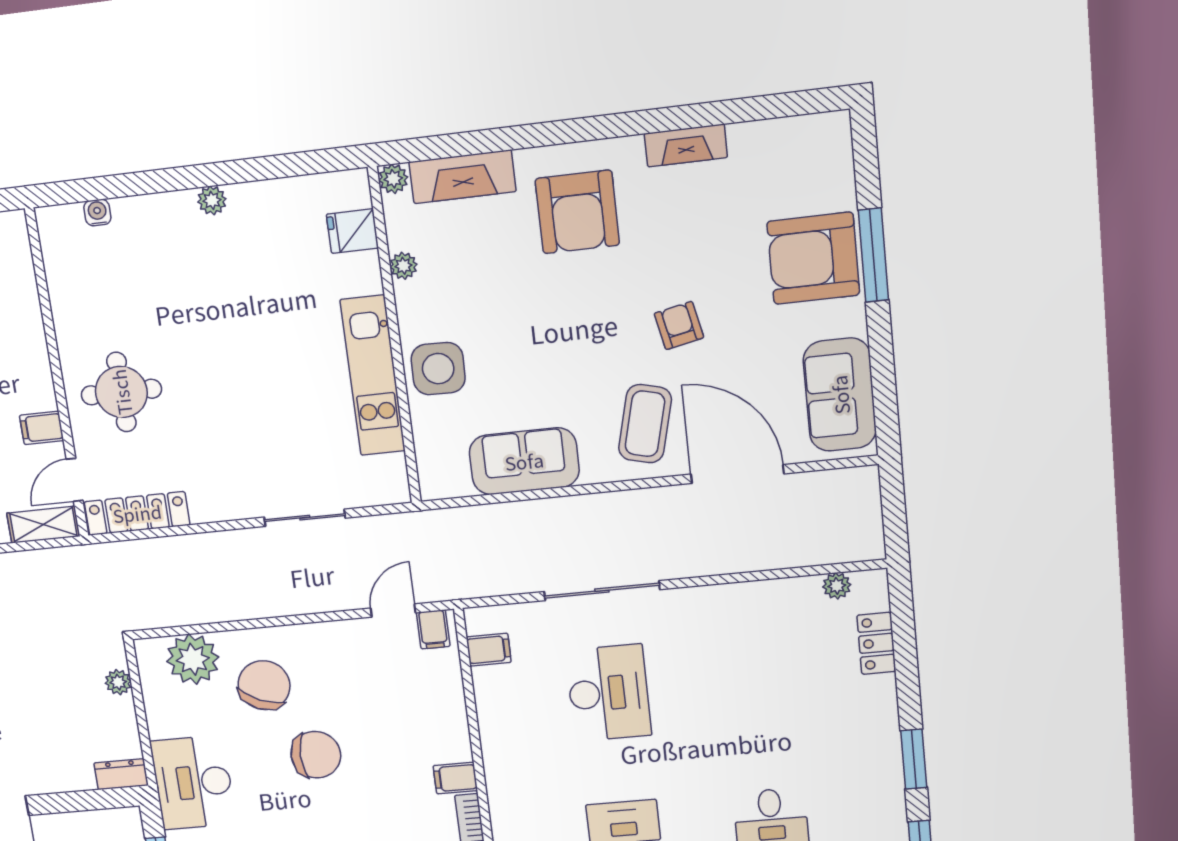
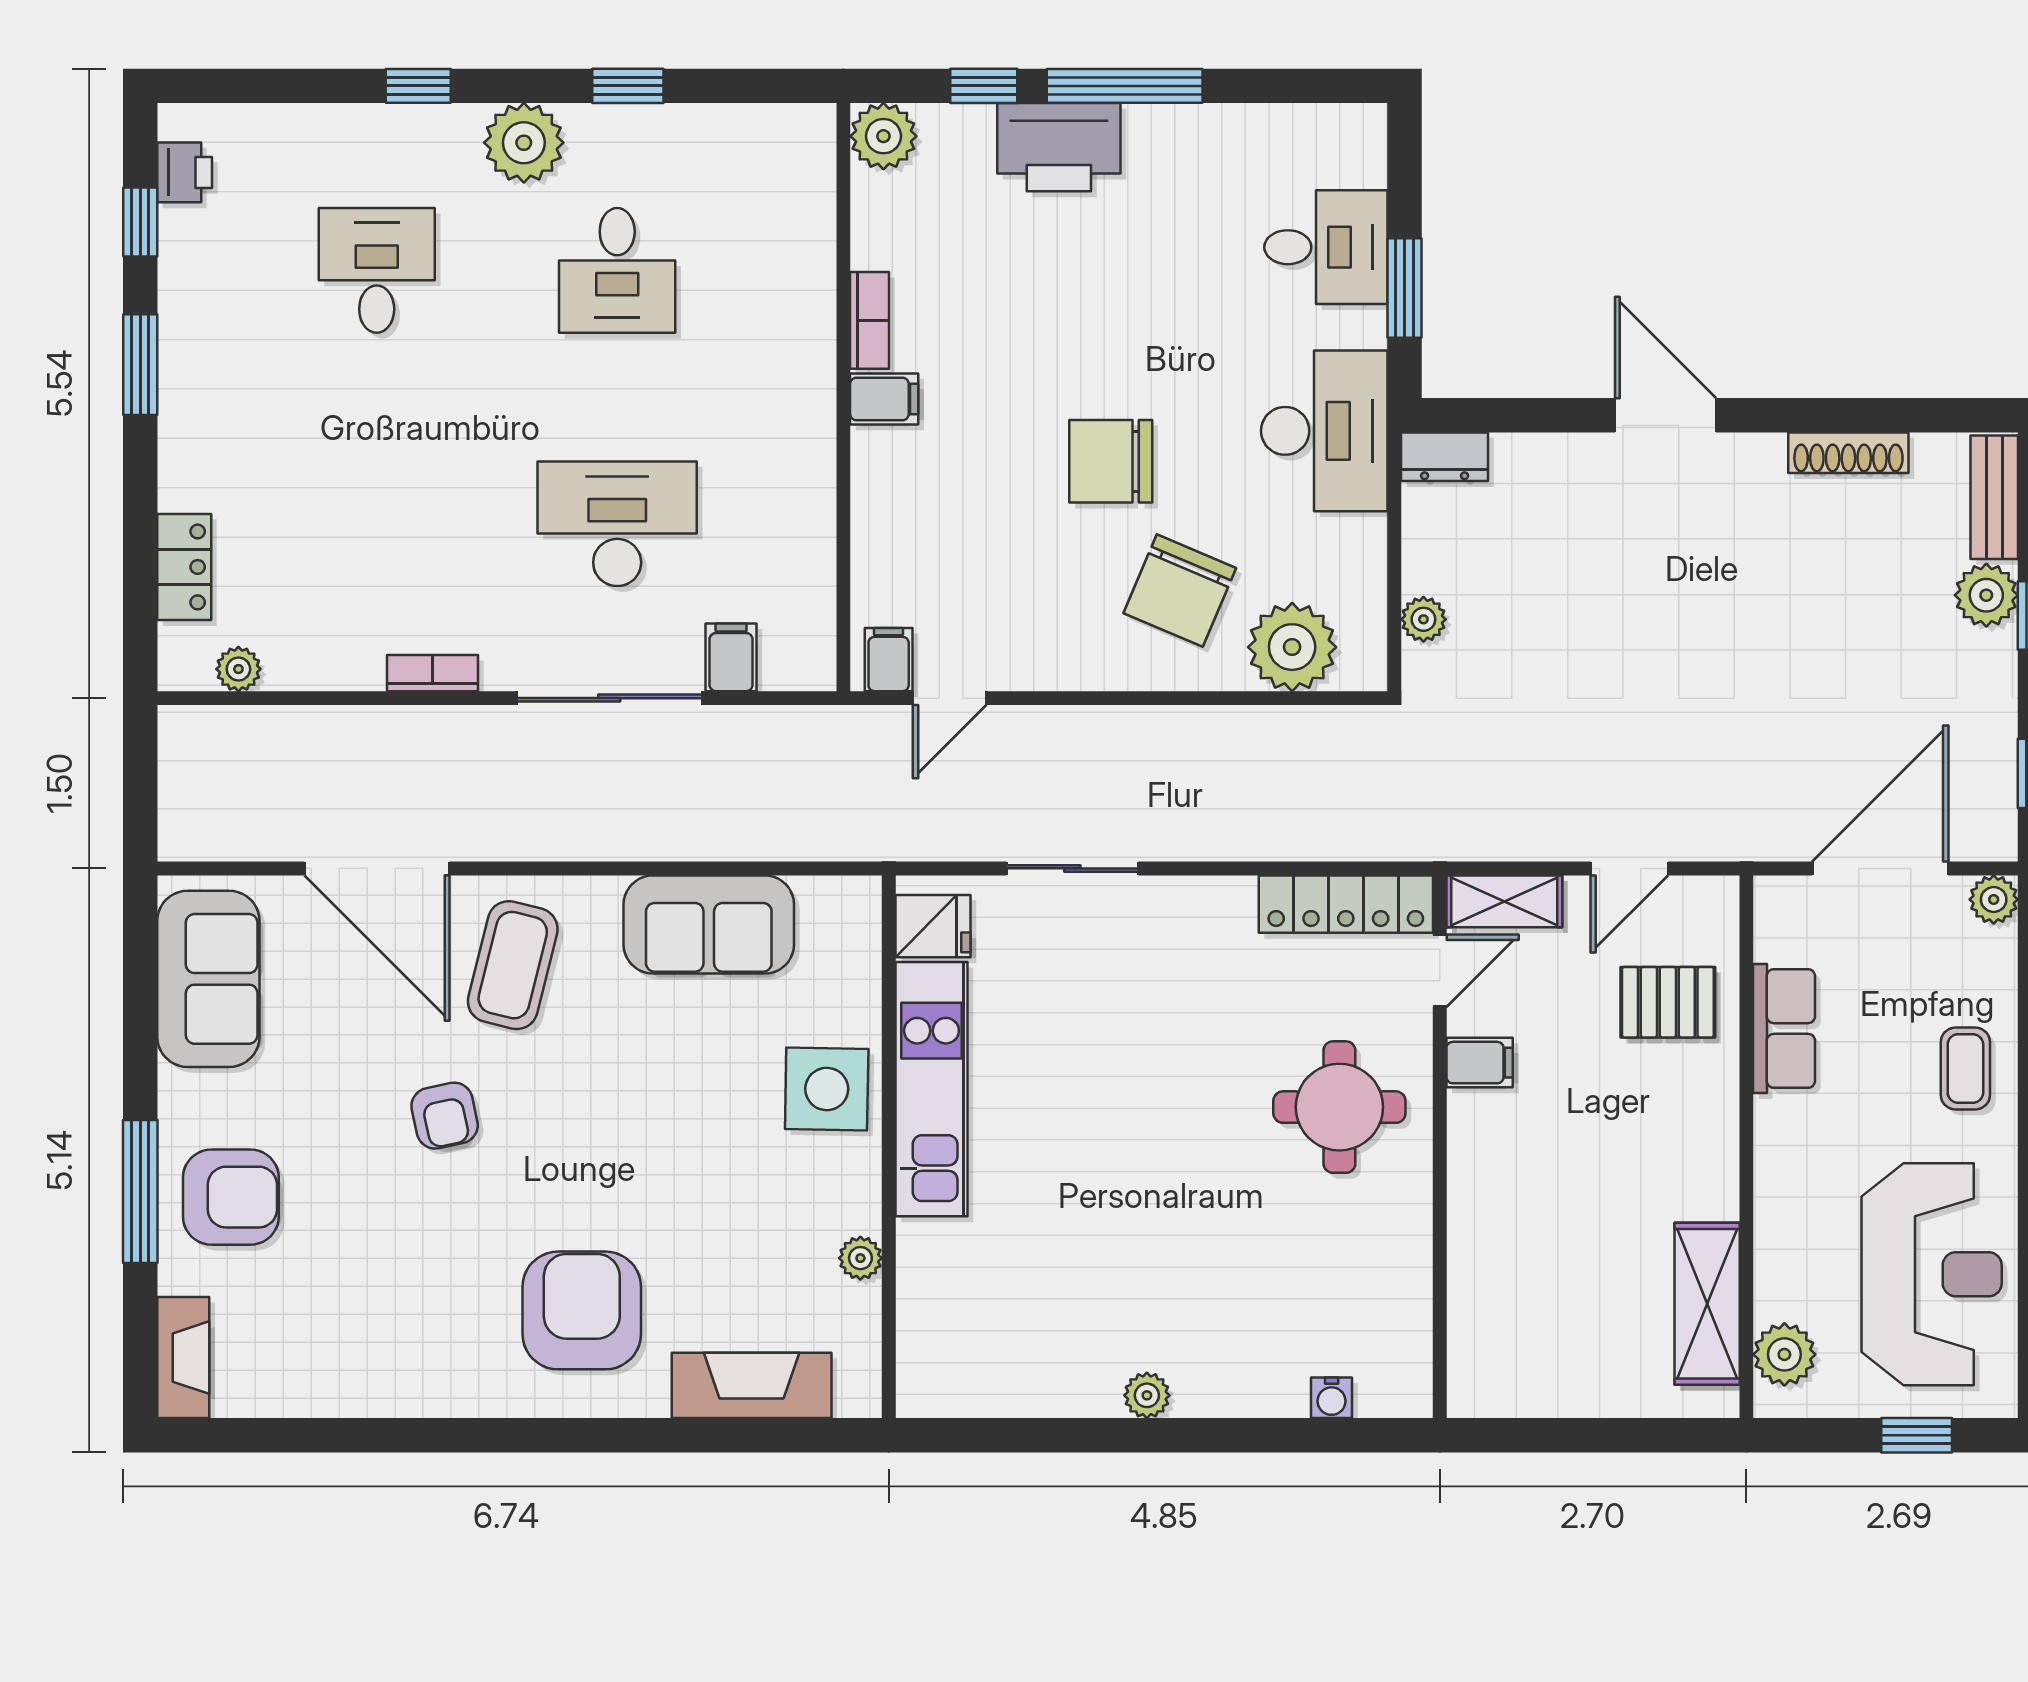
fireplace: (686, 145) -> (183, 1358), moved, turned 90
plant: (393, 179) -> (859, 1395), removed
fridge: (352, 231) -> (933, 926), moved
armchair: (813, 258) -> (231, 1197), width x0.73, depth x0.73
bookcase: (714, 595) -> (433, 673), added
filing cabinet: (489, 650) -> (731, 657), moved, turned 90
desk: (609, 693) -> (617, 524), turned 90

